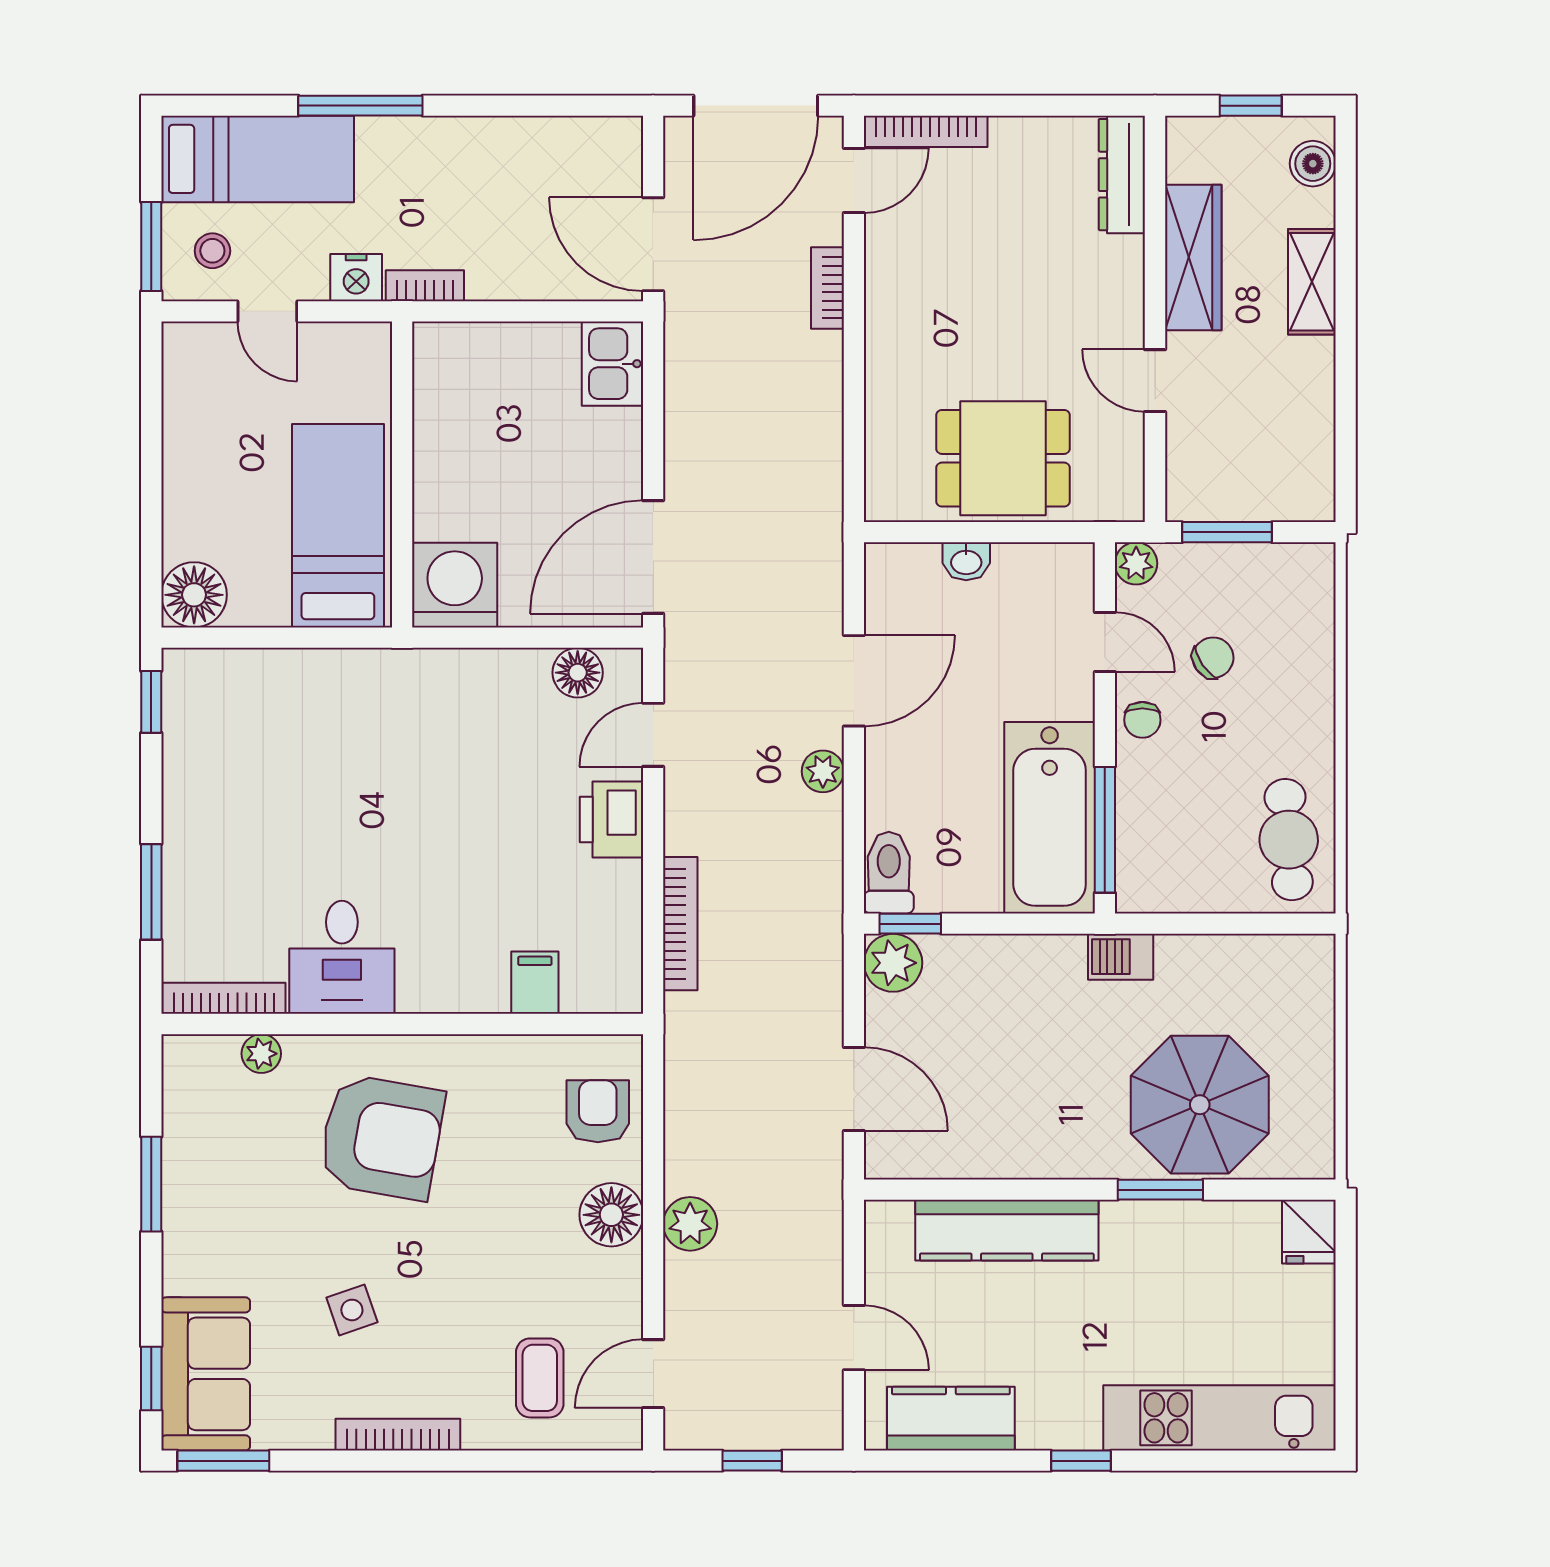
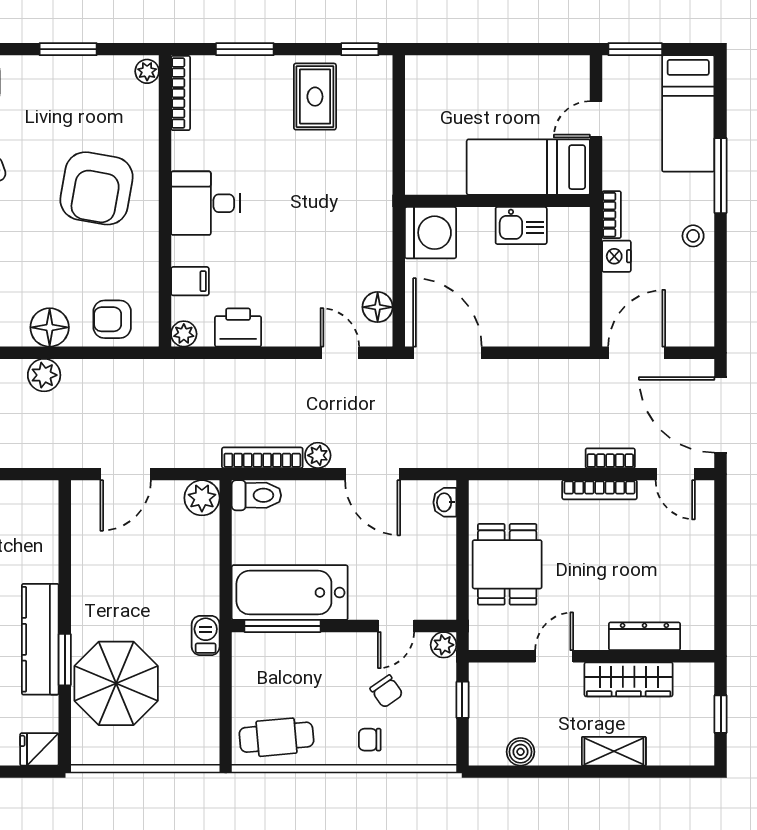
bookcase: (926, 131) -> (600, 490), moved, turned -90
boiler: (1313, 164) -> (521, 752), moved
dresser: (1122, 175) -> (644, 636), moved
stool: (212, 251) -> (693, 236), moved
nightstand: (356, 278) -> (616, 256), moved
kitchen sink: (612, 364) -> (521, 226), moved, turned 180
bed: (338, 526) -> (528, 167), moved, turned 180
window: (1227, 532) -> (462, 700), width x0.67
washbasin: (966, 561) -> (445, 502), moved
floor lamp: (194, 595) -> (425, 75), removed
chair: (1142, 720) -> (370, 740), moved
rug: (230, 776) -> (315, 97), added
printer: (612, 820) -> (238, 328), moved
bookcase: (680, 924) -> (262, 458), moved, turned 180
window: (910, 924) -> (226, 508), removed
desk: (342, 957) -> (205, 203), moved
plant: (622, 993) -> (184, 334), added
plant: (261, 1054) -> (147, 71), moved
armchair: (598, 1111) -> (112, 319), turned 180
kitchen counter: (1007, 1230) -> (40, 639), moved

